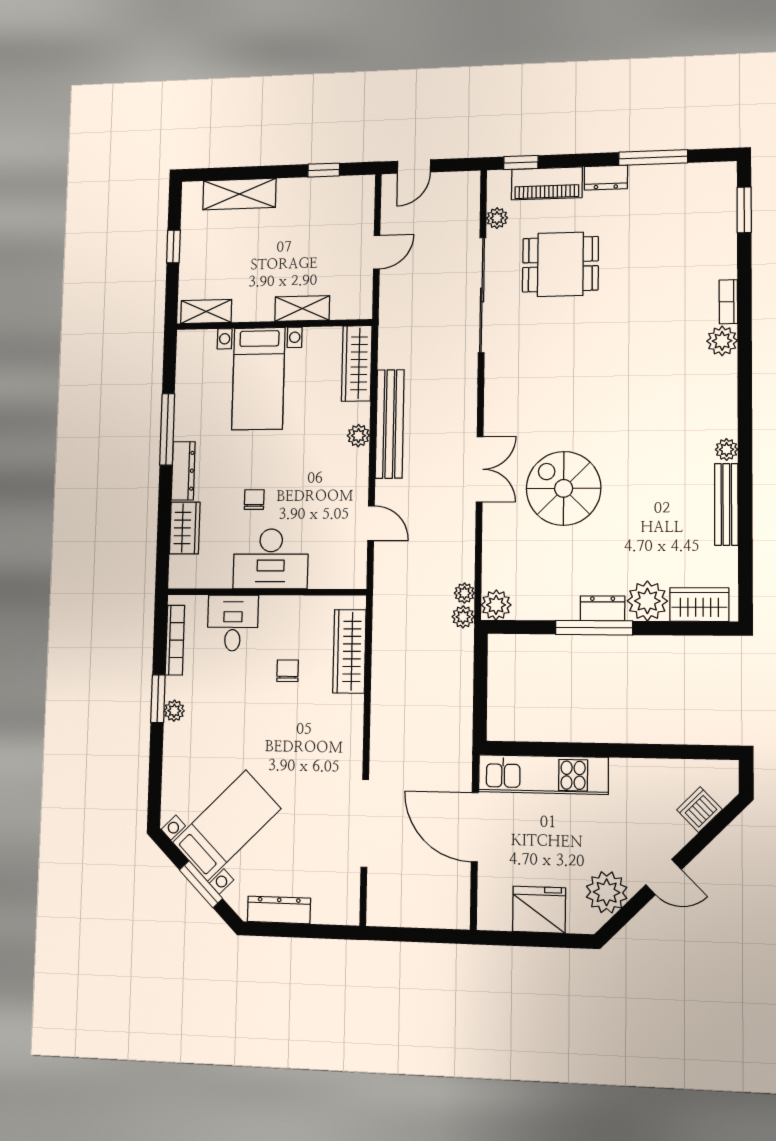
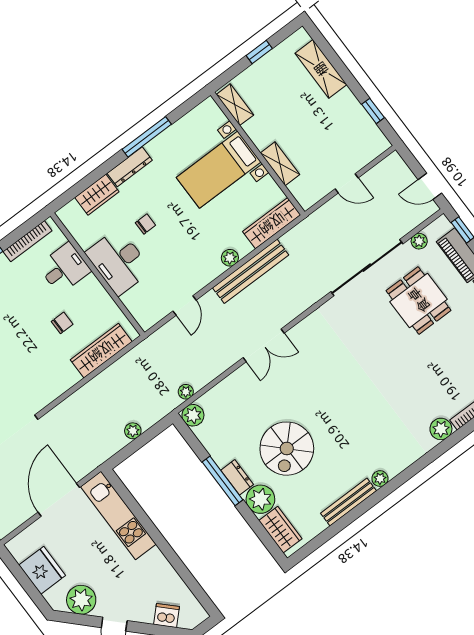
door: (414, 167) -> (430, 186), moved
spiral stairs: (564, 488) -> (287, 449), moved, turned 180
plant: (463, 617) -> (133, 431), moved

